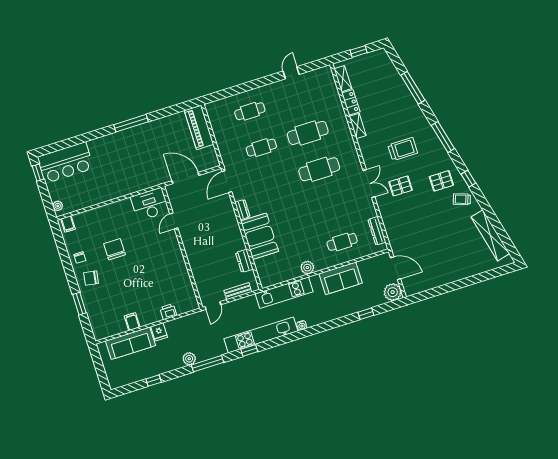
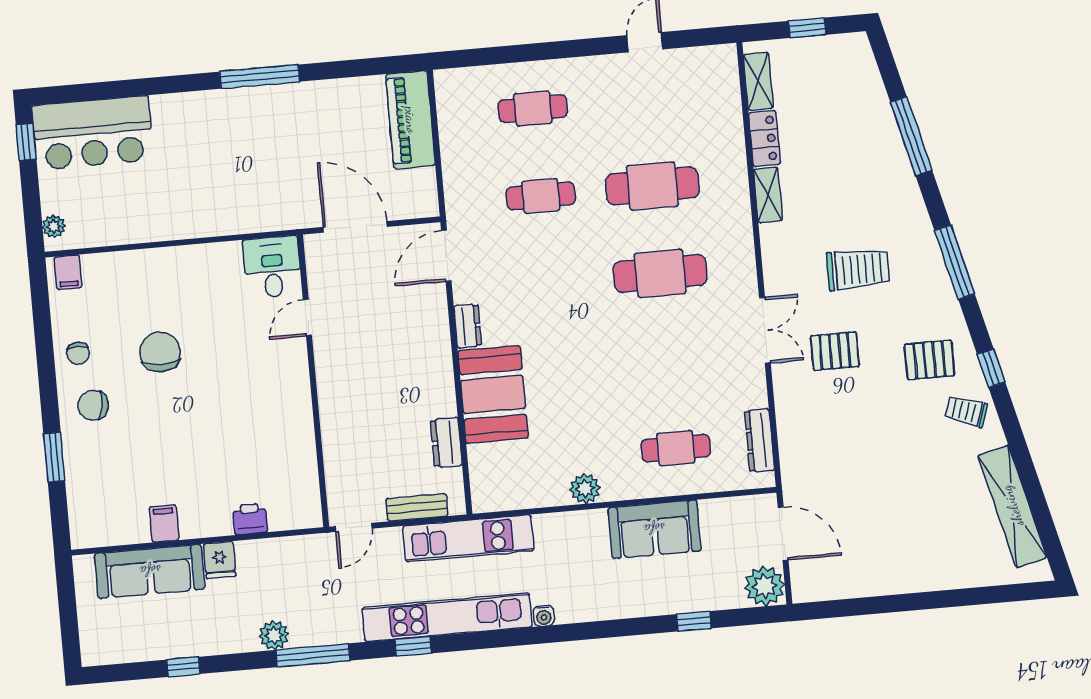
desk: (150, 204) -> (272, 267), width x0.73
kitchen unit: (284, 293) -> (468, 538), moved

